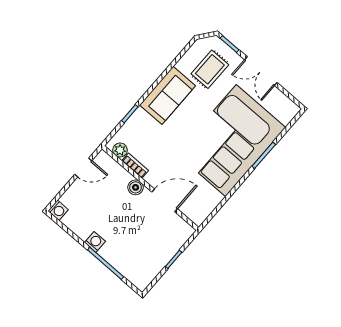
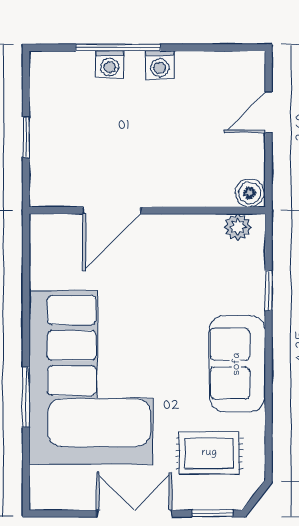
rug: (210, 69) -> (209, 453), turned 90
bookcase: (135, 166) -> (197, 224), removed
door: (83, 167) -> (268, 112), moved
boiler: (136, 187) -> (250, 193), moved
washing machine: (58, 210) -> (110, 65), moved, turned -90

